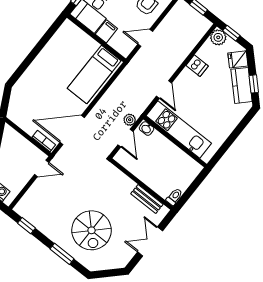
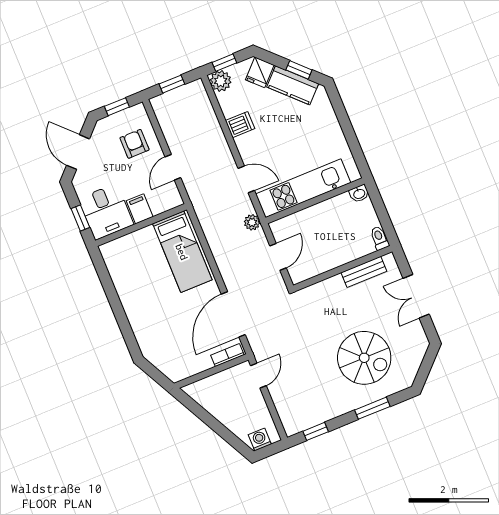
plant: (130, 120) -> (252, 222), moved
washbasin: (147, 129) -> (359, 194), moved
door: (126, 138) -> (278, 257), hinge flipped

